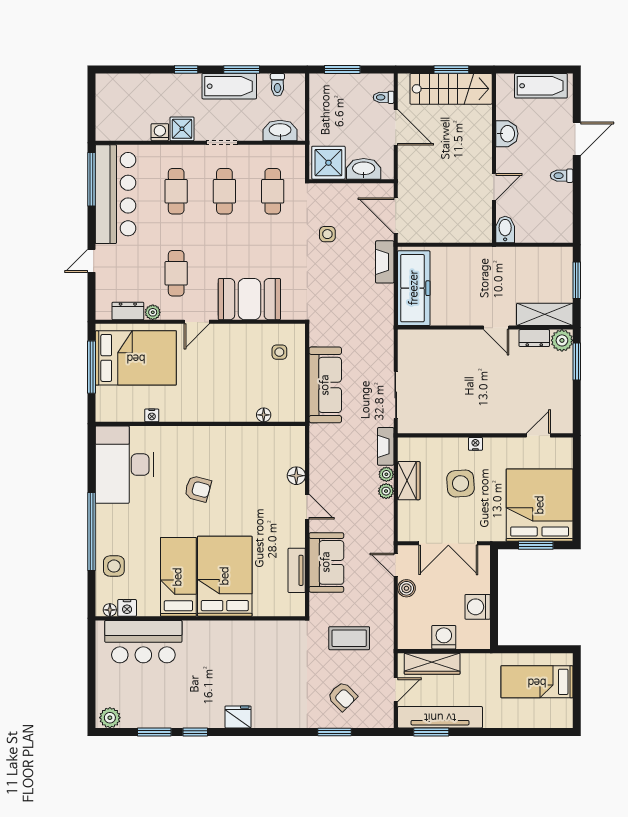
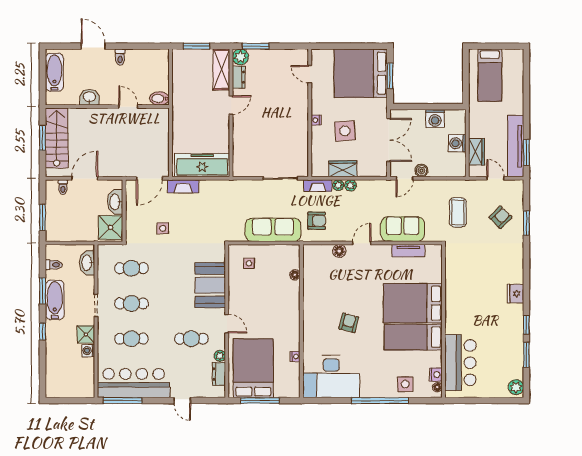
armchair: (338, 445) -> (317, 221), added
wardrobe: (432, 664) -> (477, 152), width x0.67

